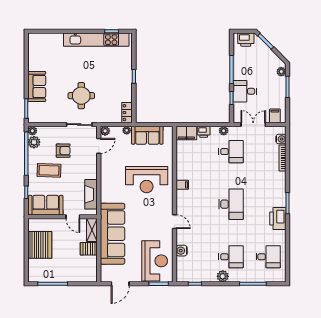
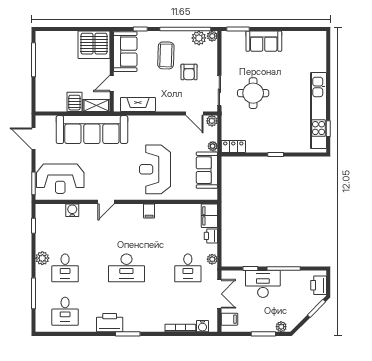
desk: (245, 91) -> (263, 284), width x1.37
server rack: (40, 245) -> (94, 45), moved

